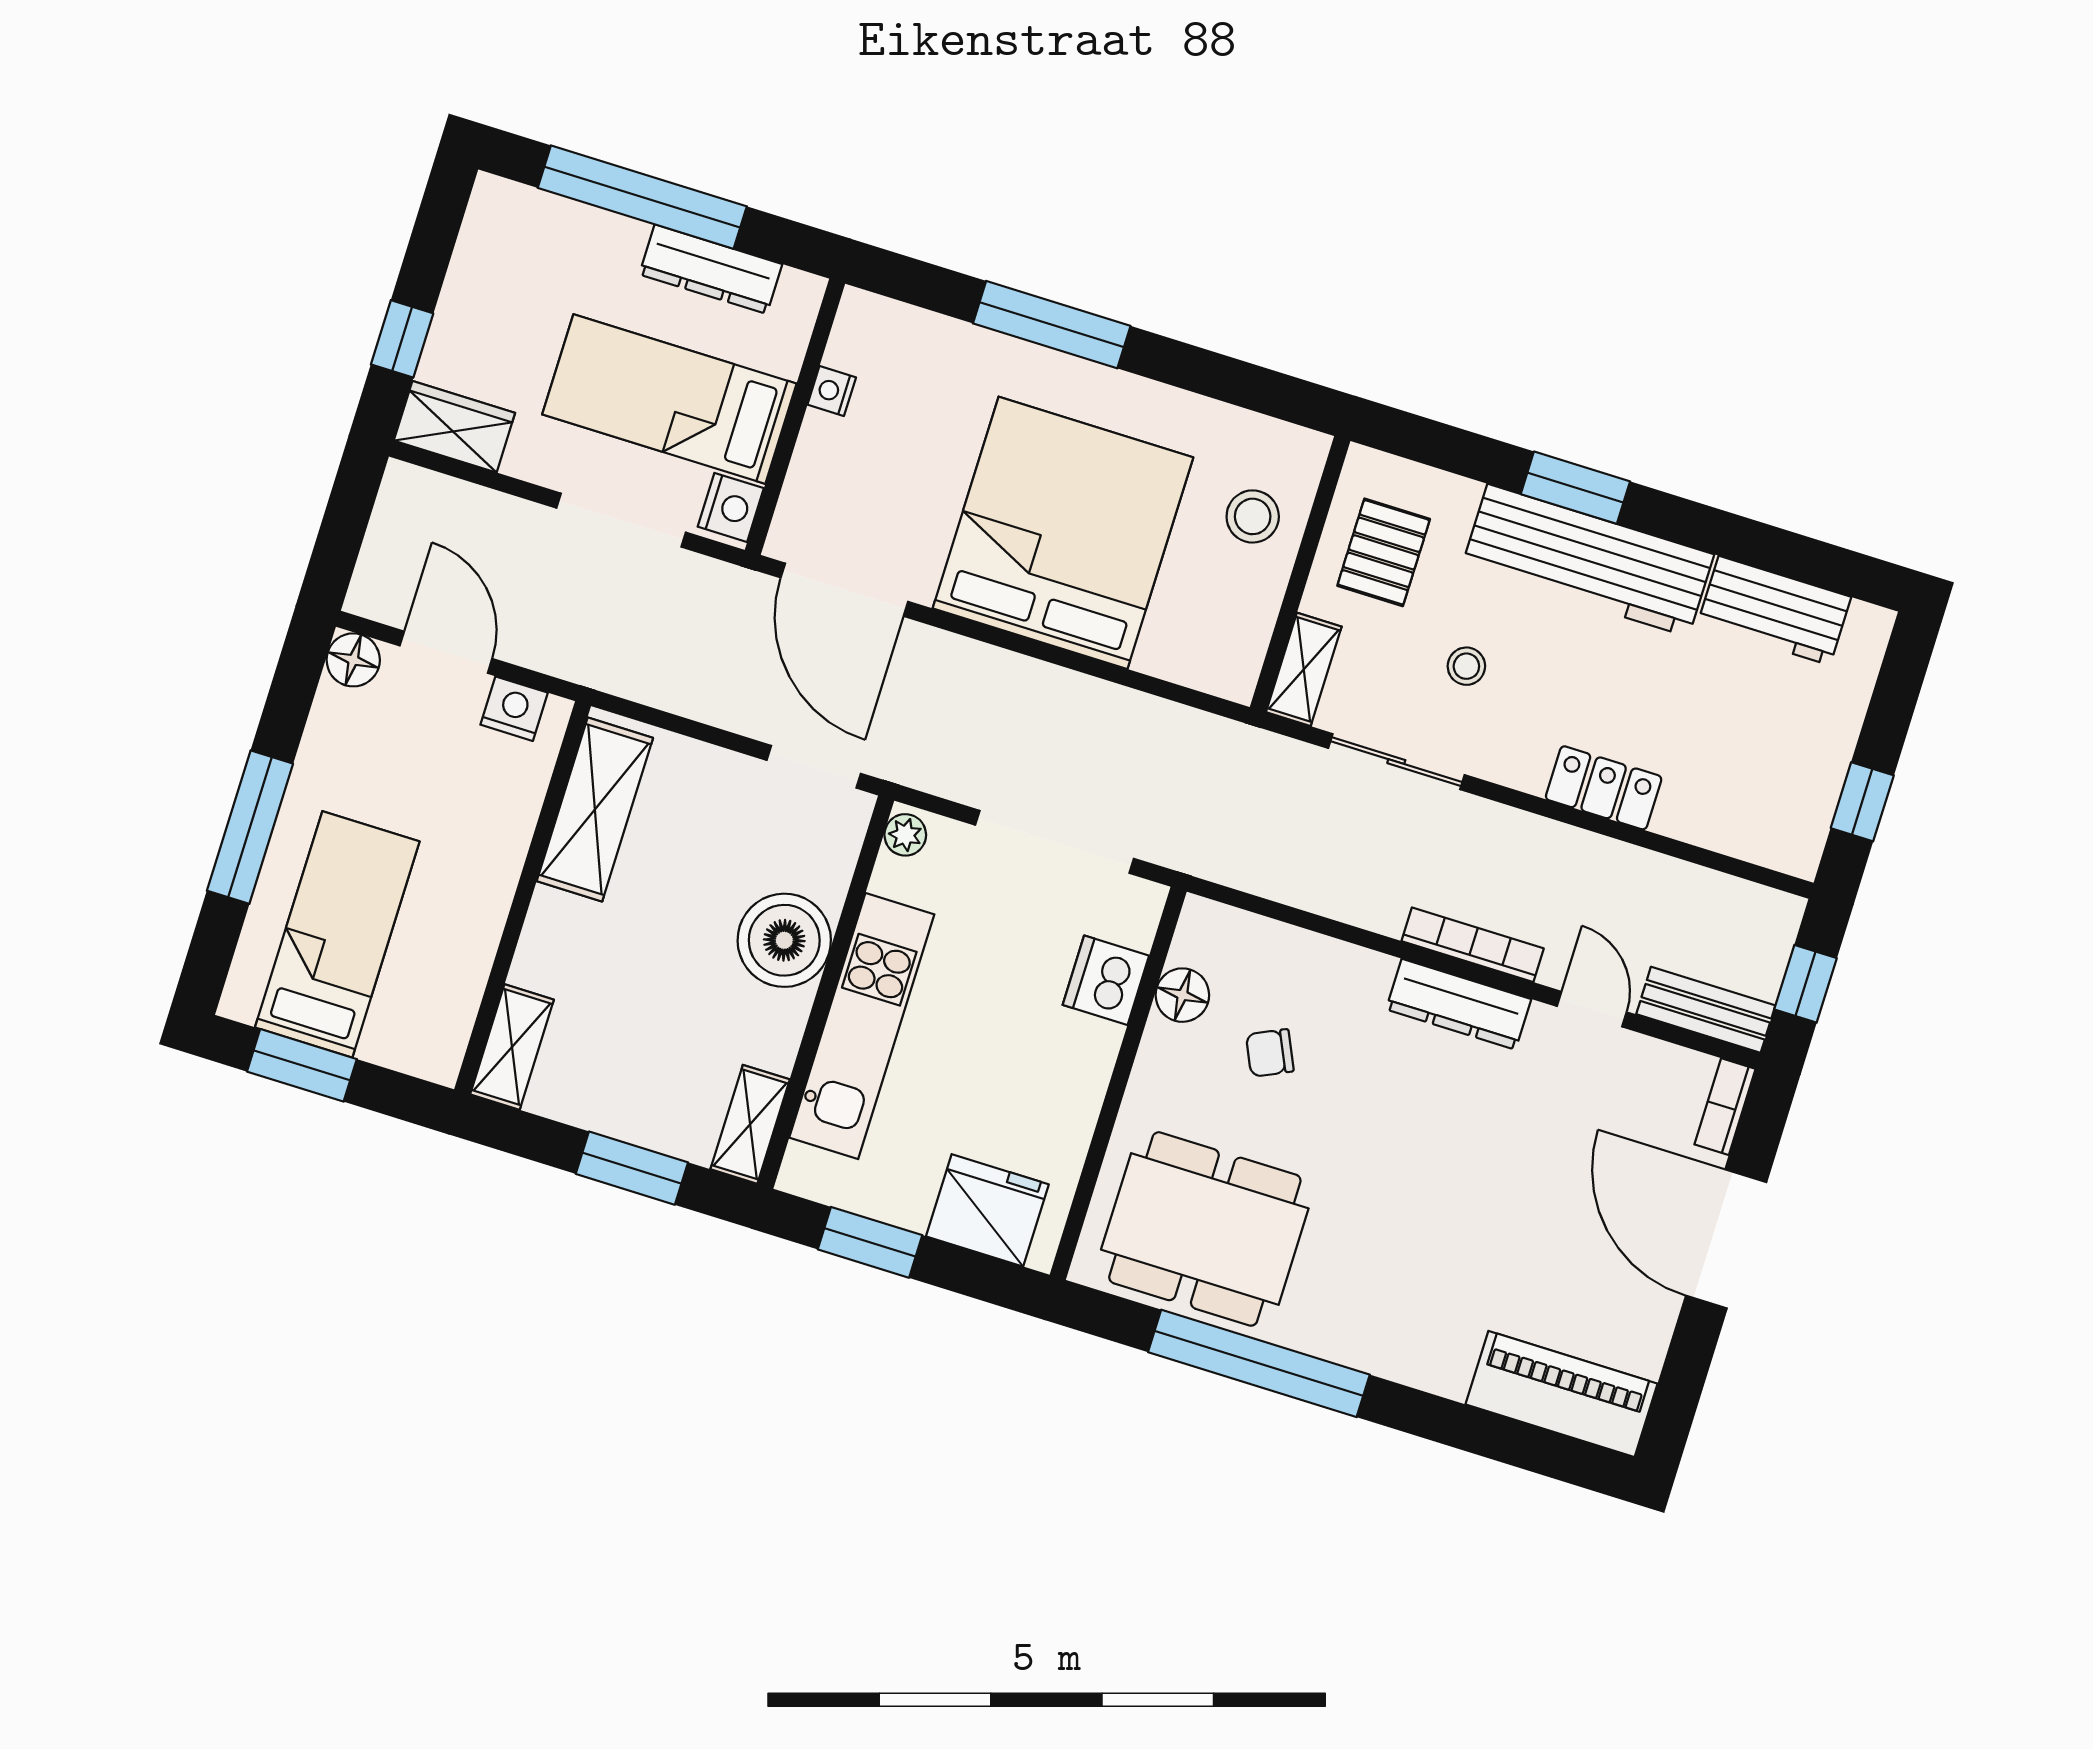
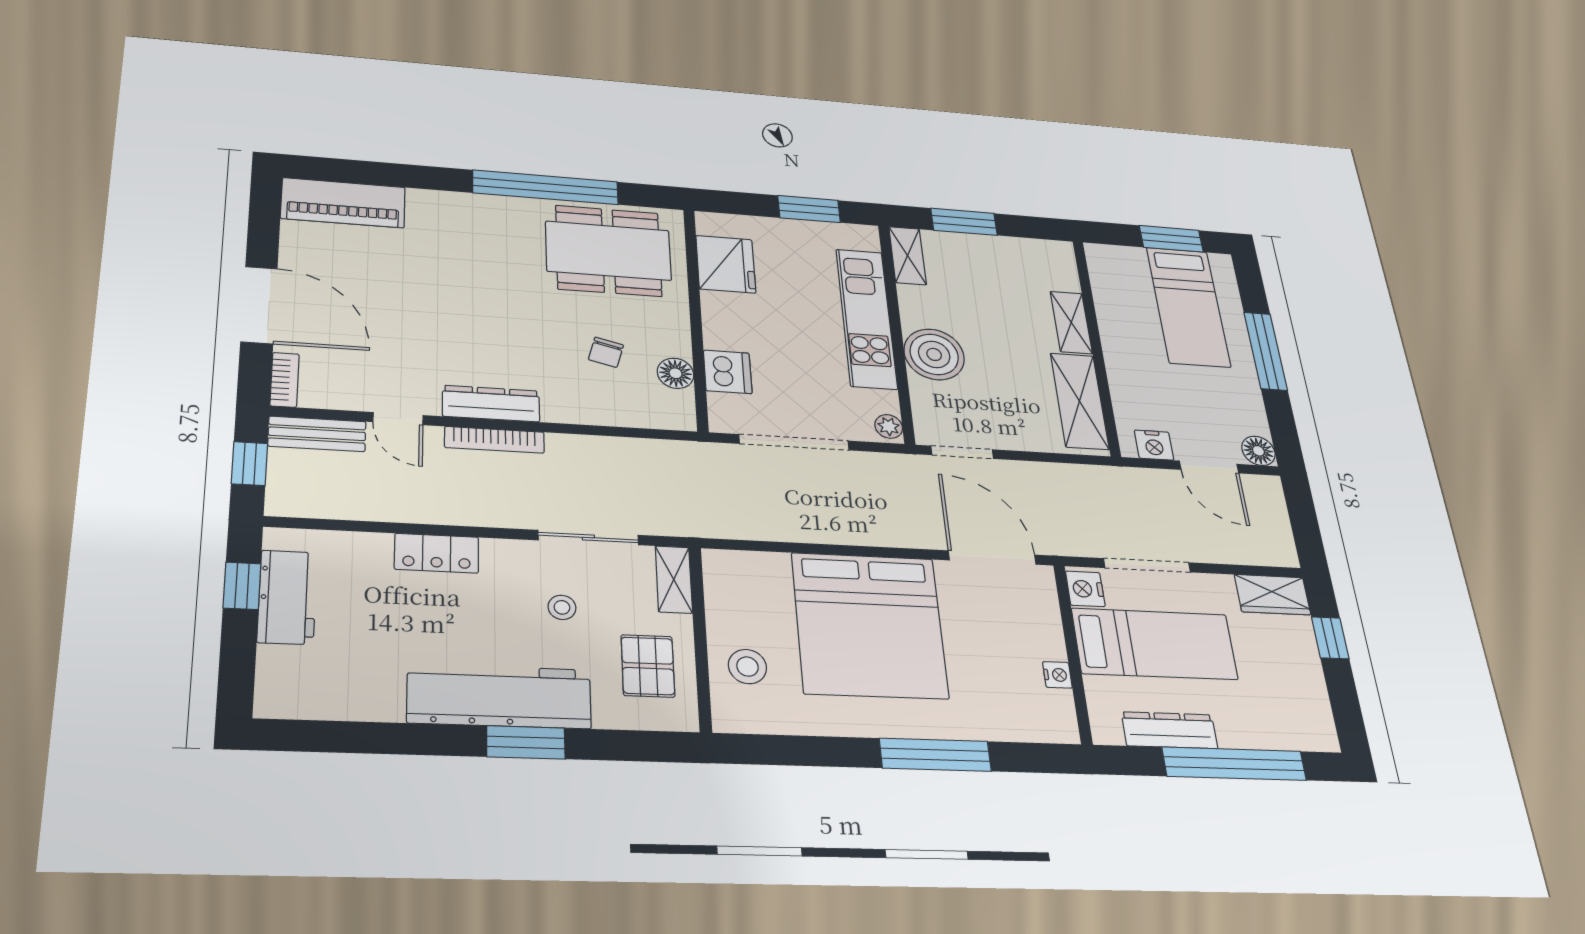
workbench: (1774, 611) -> (287, 597), moved, turned 90
shelving: (512, 1047) -> (1071, 322), moved
chair: (1270, 1053) -> (606, 352), turned 130
fridge: (987, 1210) -> (726, 264), moved, turned -90

